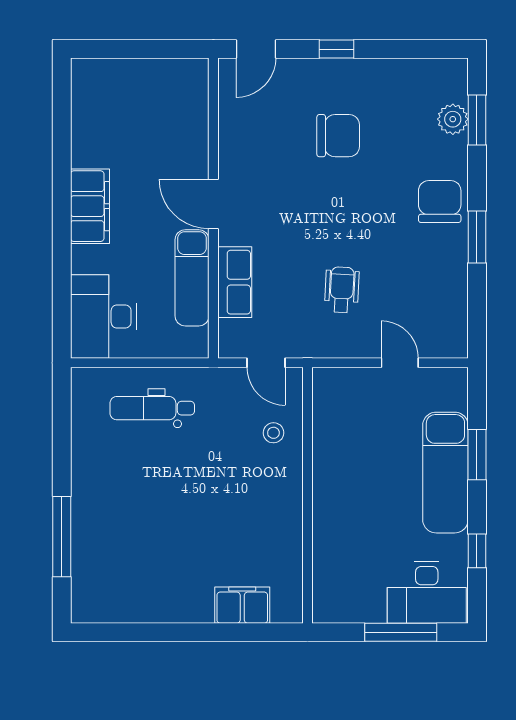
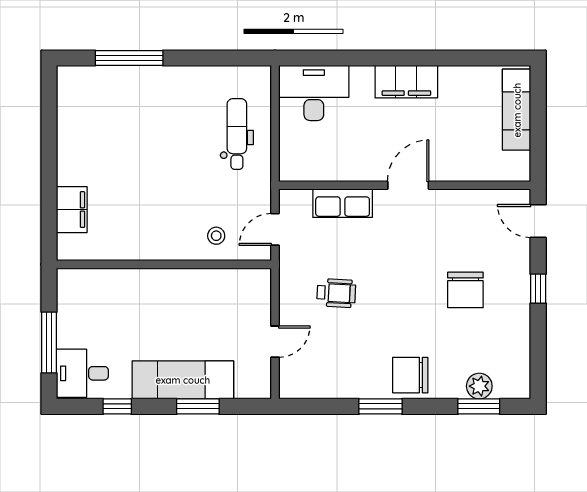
chair: (440, 202) -> (410, 375), turned 180
exam couch: (192, 278) -> (517, 110), moved, turned -90
desk: (427, 592) -> (82, 373), width x0.73

